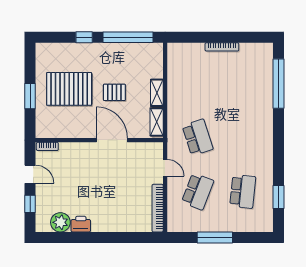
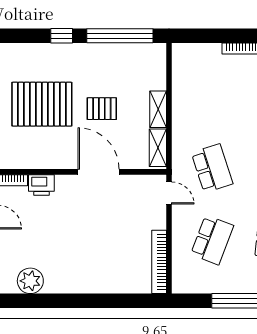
door: (165, 168) -> (169, 193), moved
printer: (81, 224) -> (41, 185), moved, turned 180

